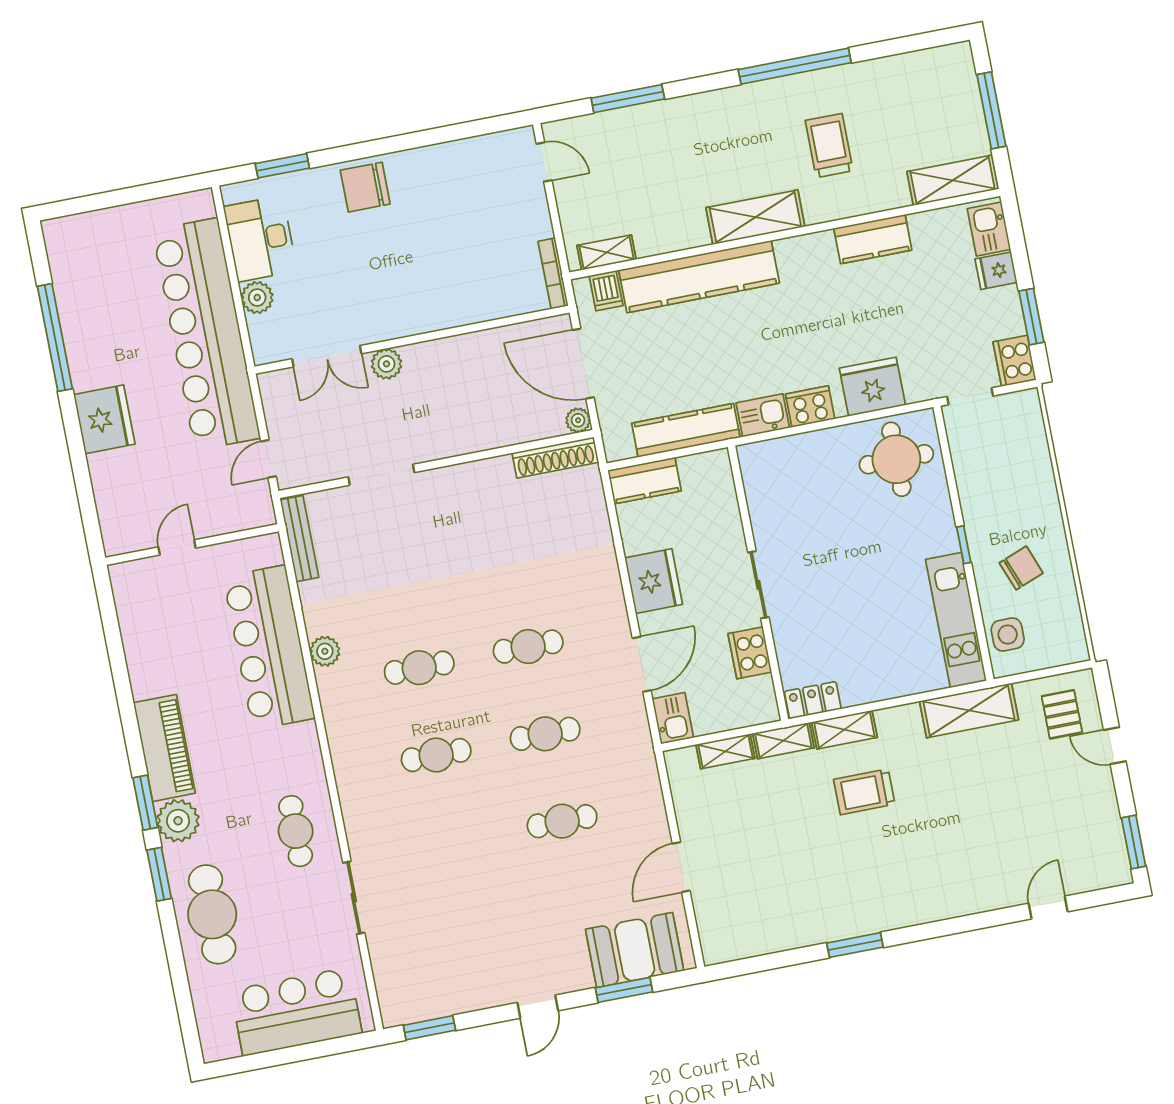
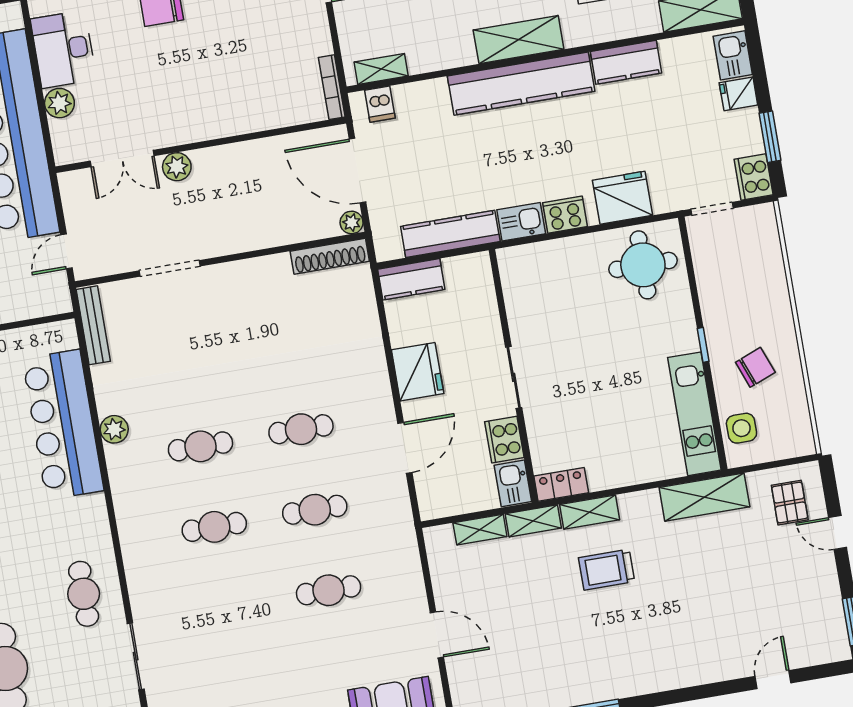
kitchen counter: (699, 277) -> (521, 84), moved
kitchen sink: (673, 718) -> (513, 483), moved, turned 180
door: (681, 867) -> (437, 635), swing flipped

